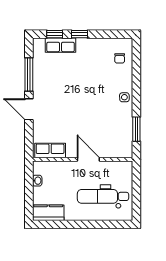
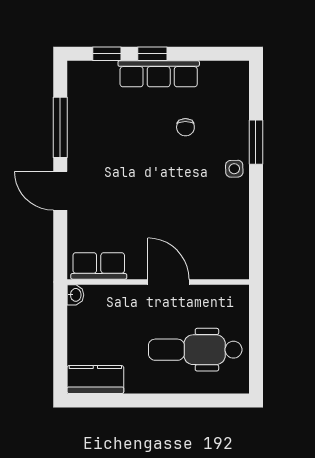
row of seats: (61, 45) -> (159, 74), moved, width x1.48
chair: (120, 58) -> (185, 127), moved
window: (136, 129) -> (256, 142), moved
washbasin: (37, 181) -> (75, 295), moved

